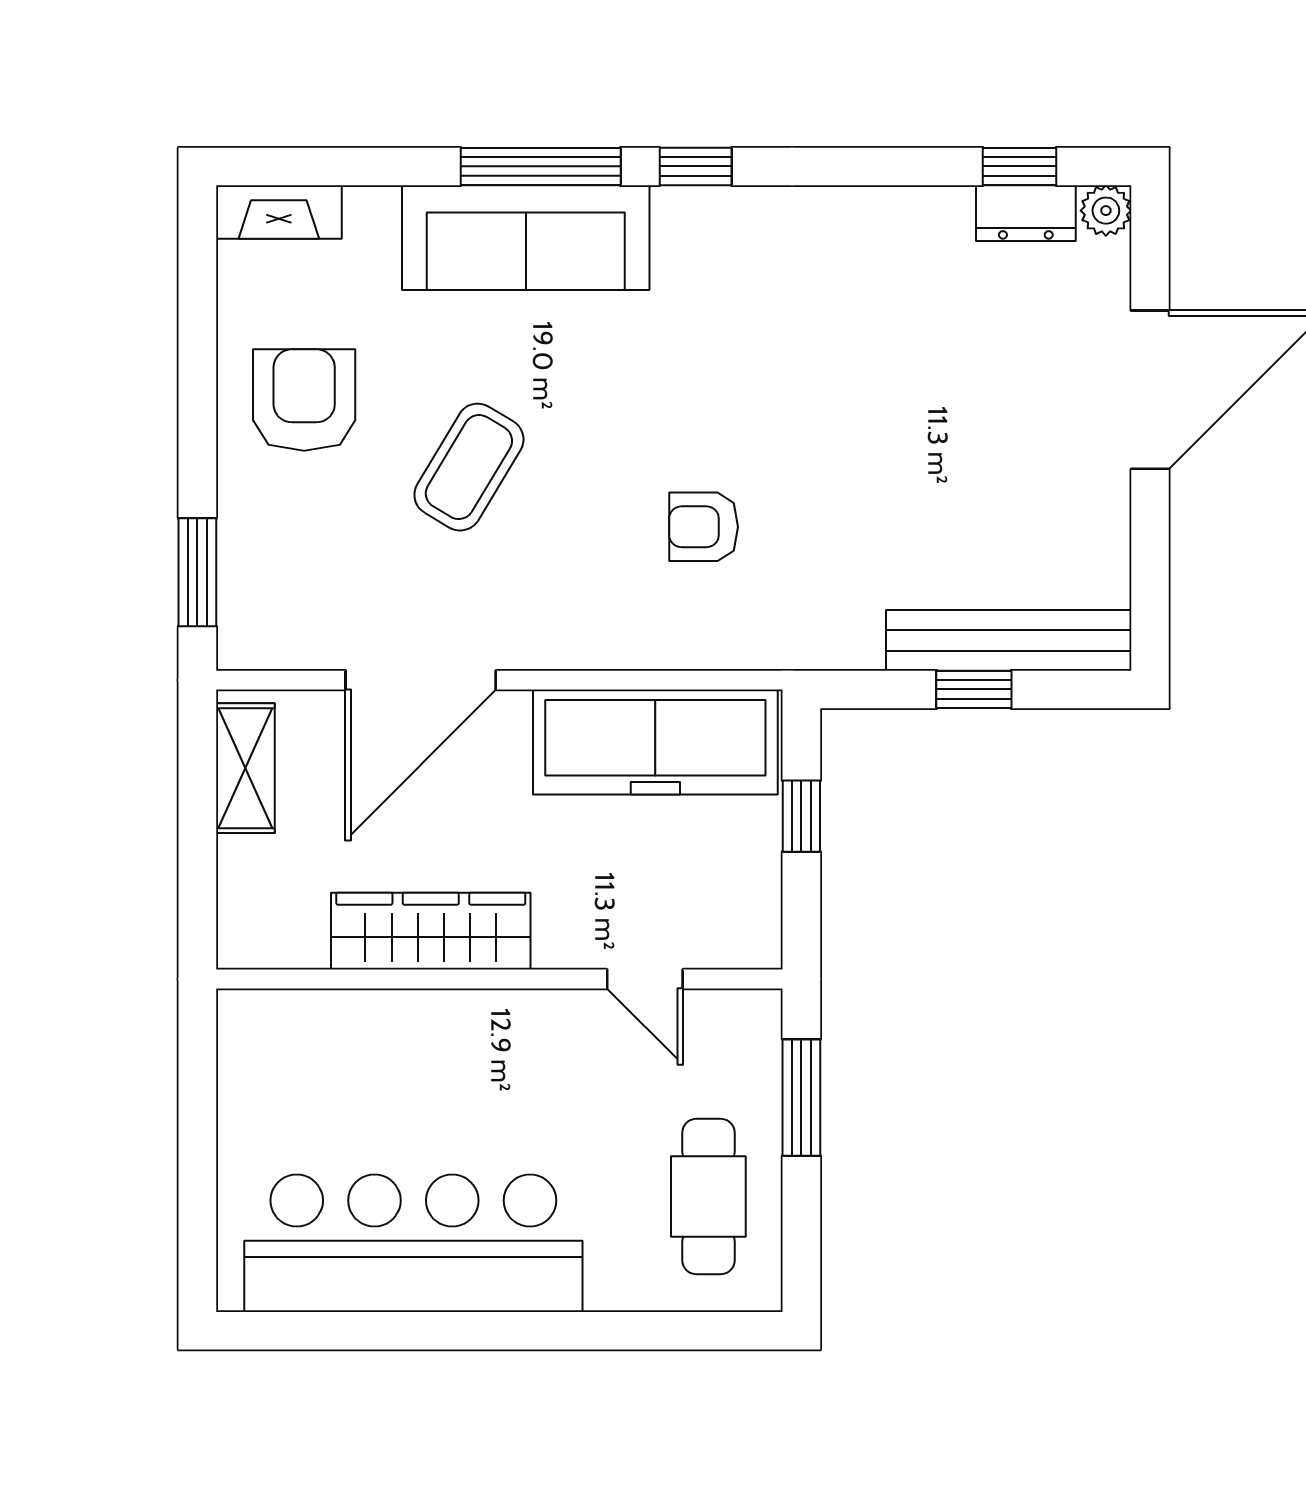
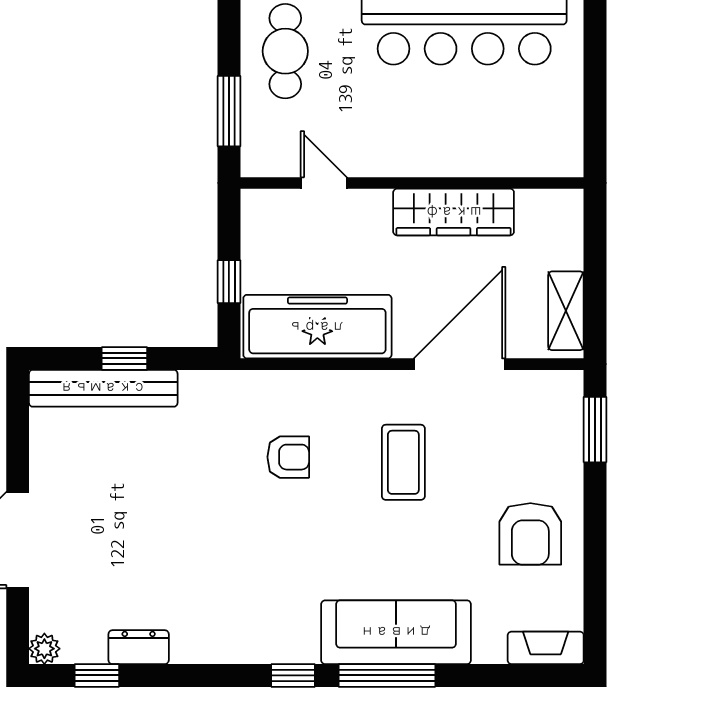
dresser: (1026, 213) -> (139, 647), moved
coffee table: (469, 467) -> (403, 462), moved, turned -31

